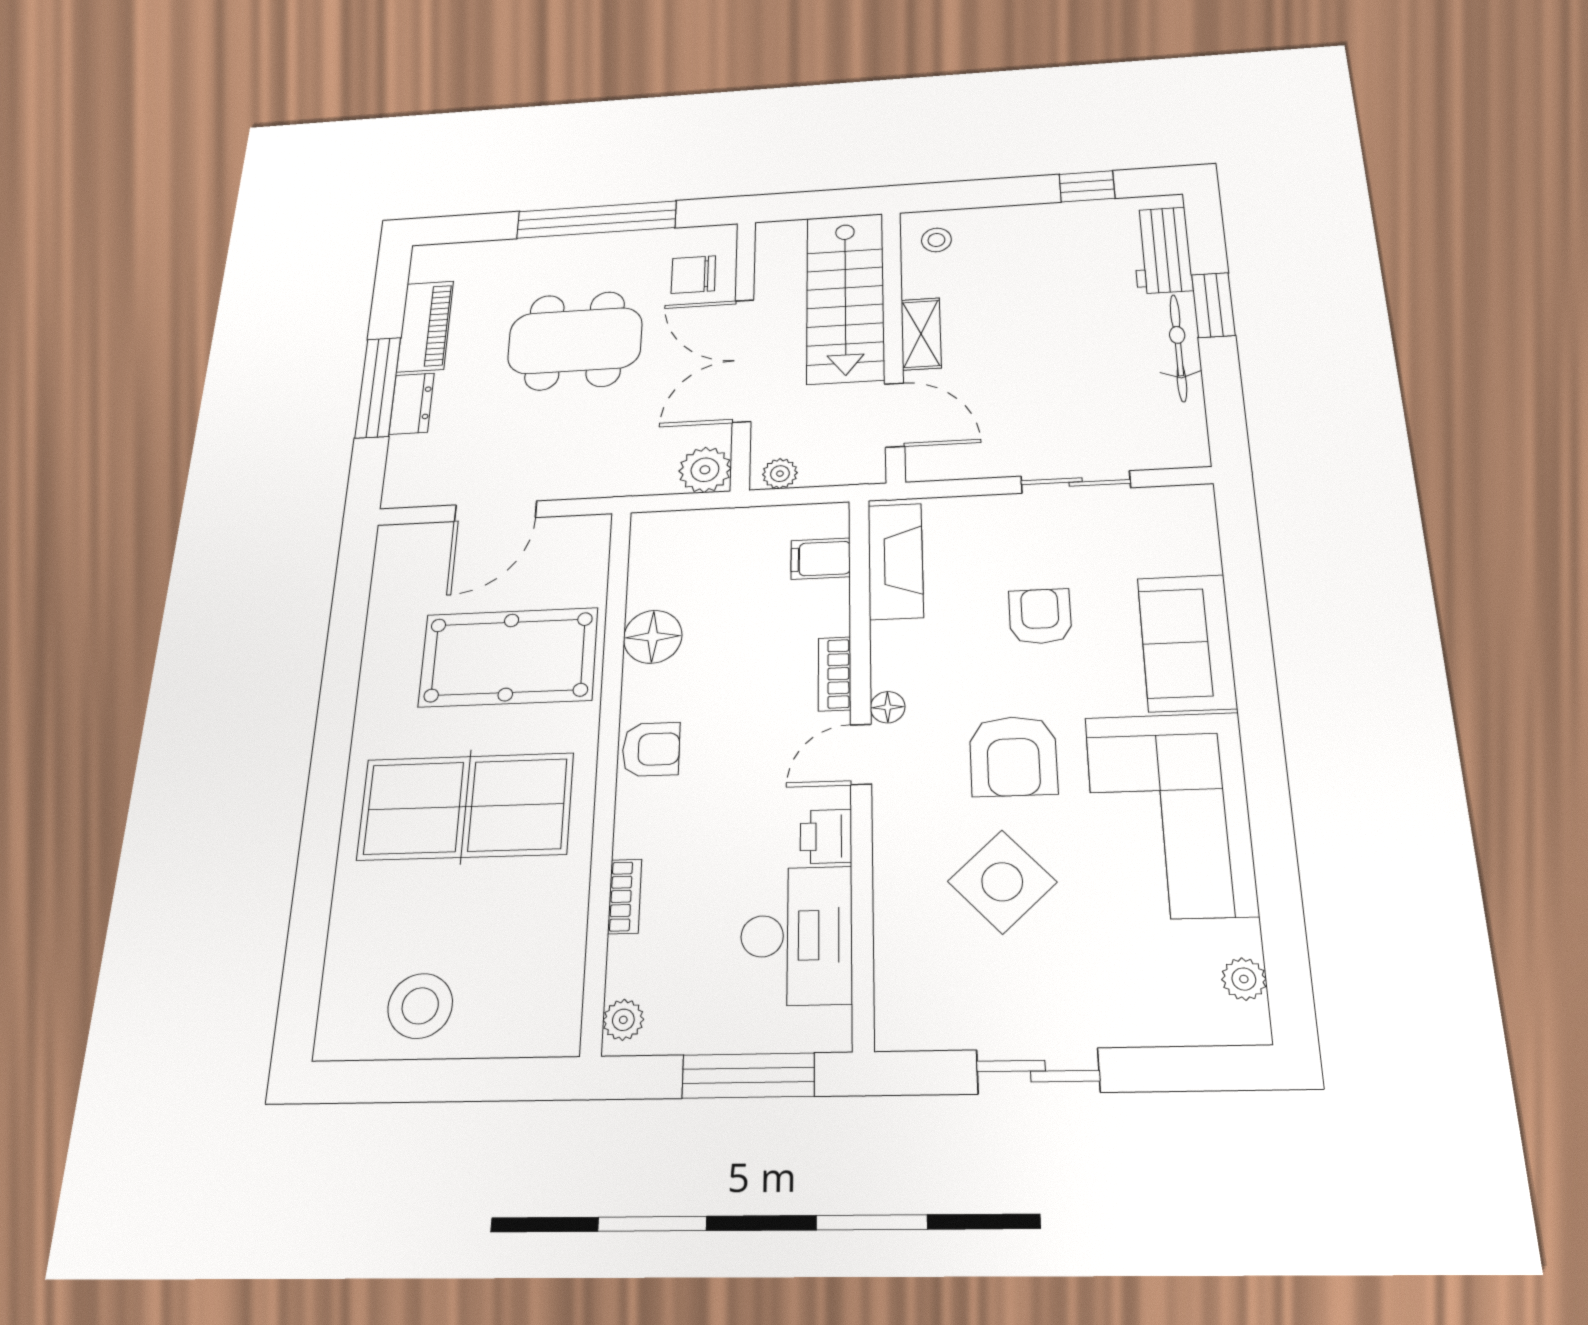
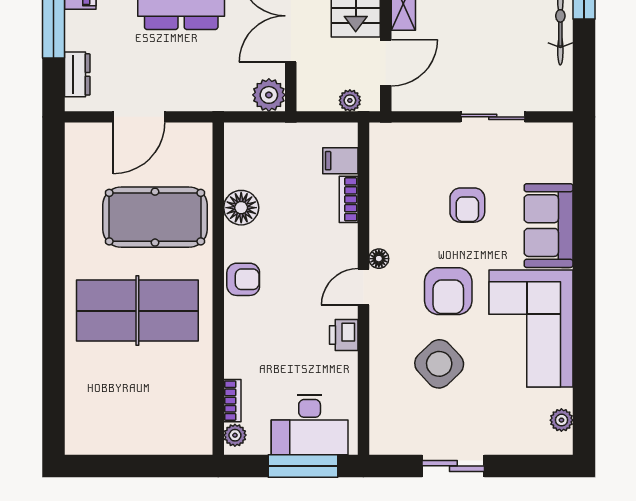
dresser: (412, 404) -> (77, 74), moved
door: (895, 415) -> (386, 63), hinge flipped
plant: (780, 474) -> (350, 100), moved
fireplace: (895, 561) -> (385, 165), removed
armchair: (1040, 616) -> (467, 205), turned 180
bookcase: (835, 674) -> (349, 199), moved
bookcase: (625, 896) -> (232, 401), moved
desk: (796, 936) -> (310, 425), moved, turned 90
stool: (420, 1006) -> (122, 425), removed

